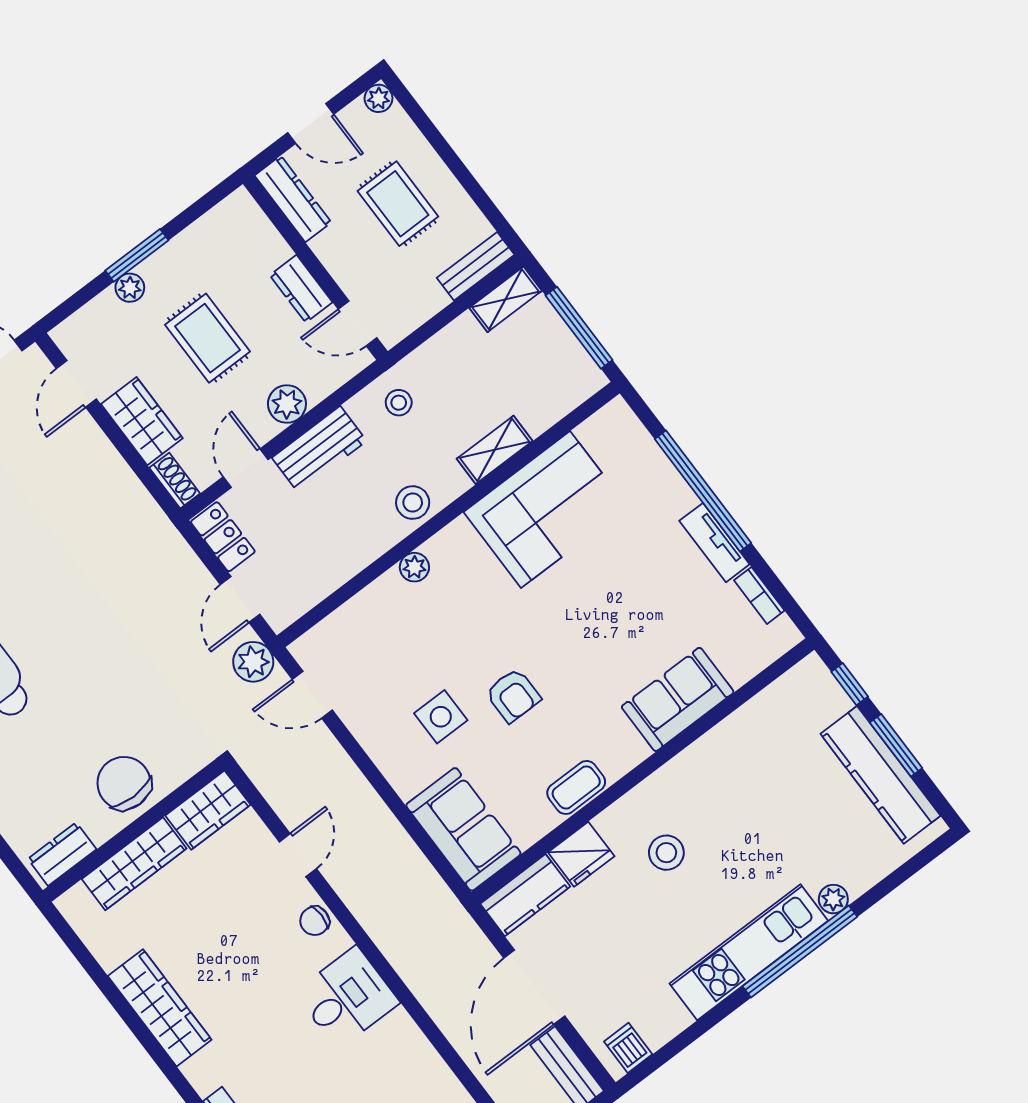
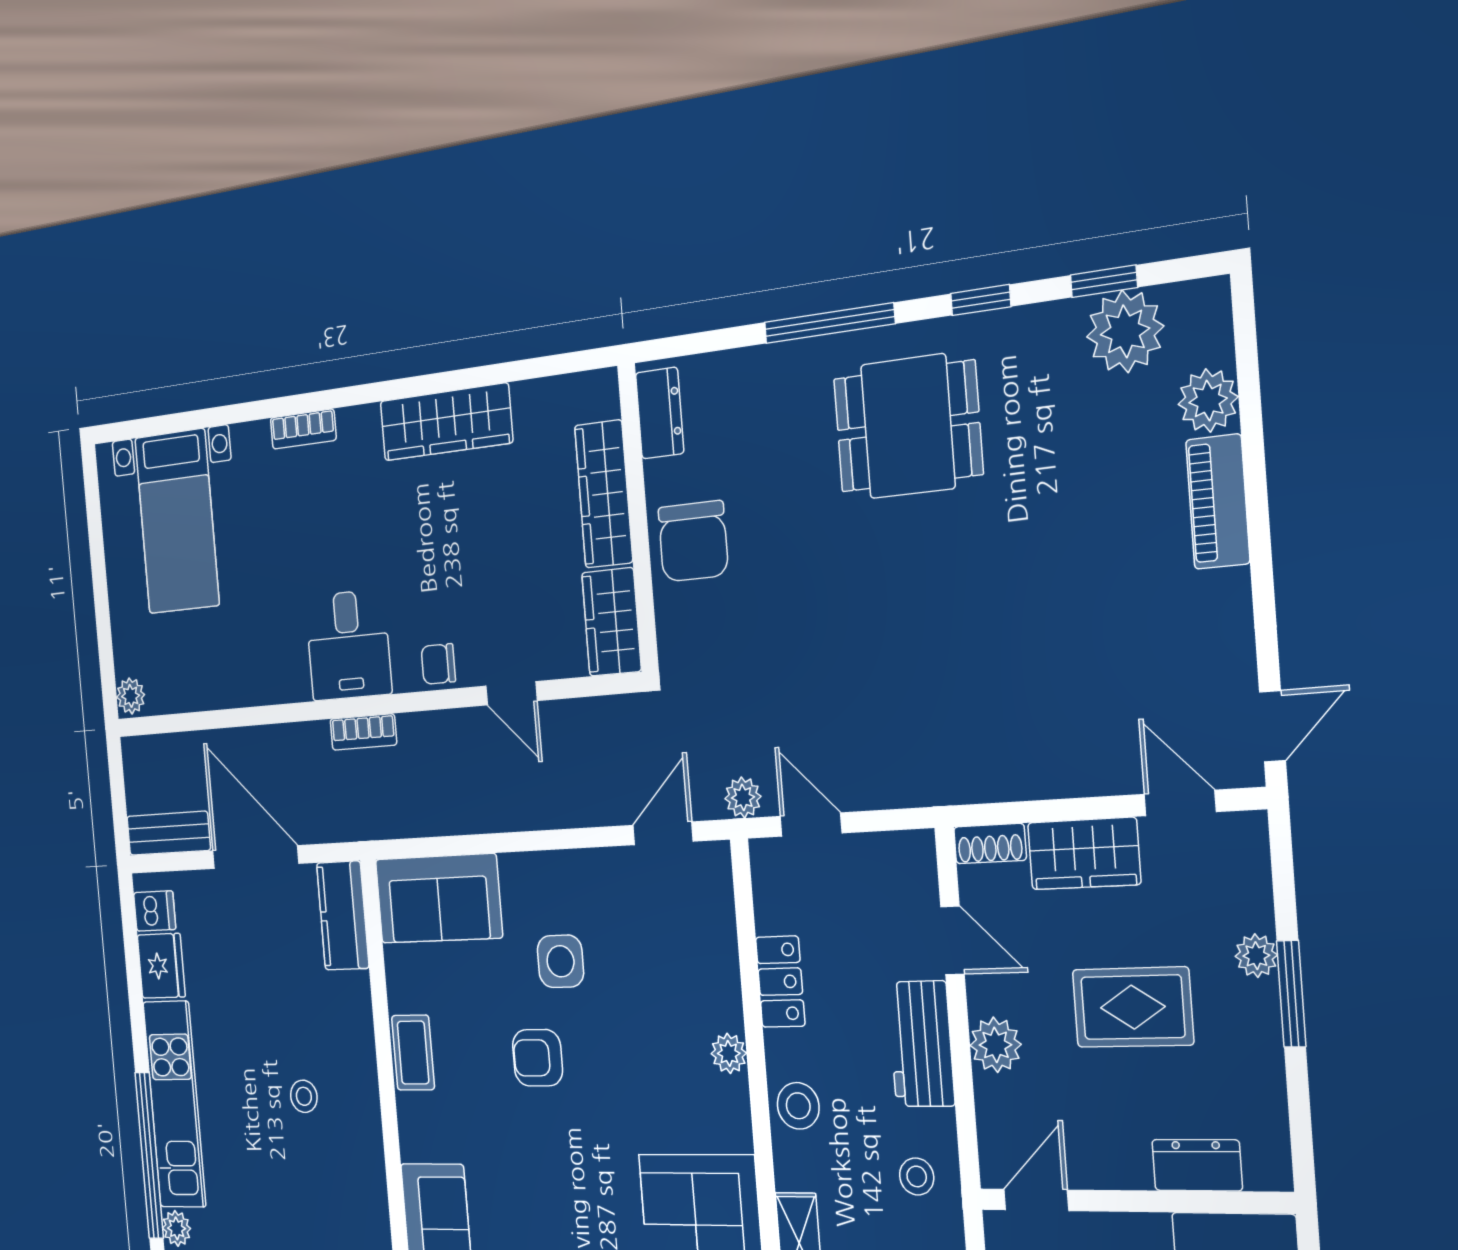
dresser: (301, 289) -> (1197, 1165), moved
locker: (223, 537) -> (780, 982), moved, turned -90
plant: (253, 662) -> (743, 797), width x0.73, depth x0.73
chair: (124, 783) -> (693, 541), turned 90
stool: (666, 853) -> (304, 1096), width x0.73, depth x0.73
fridge: (581, 854) -> (161, 966), moved, turned 180
chair: (315, 921) -> (438, 664), turned -90
bookcase: (395, 952) -> (363, 732), added

